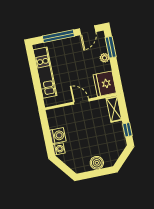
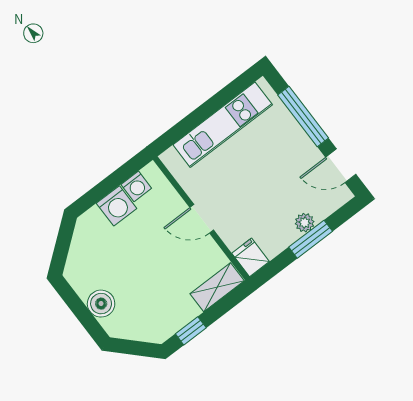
window: (111, 47) -> (311, 239), moved
fridge: (105, 84) -> (251, 257), width x0.53, depth x0.75
door: (81, 102) -> (202, 219), swing flipped
washing machine: (59, 149) -> (136, 186), moved

